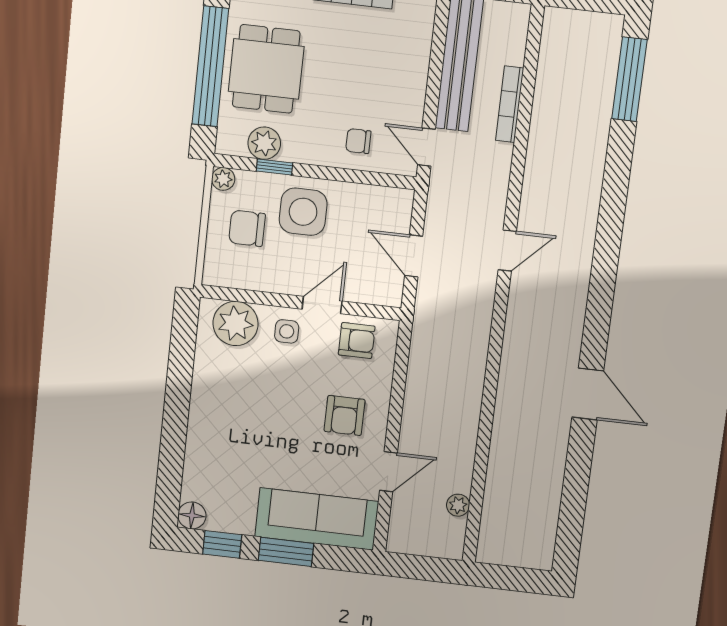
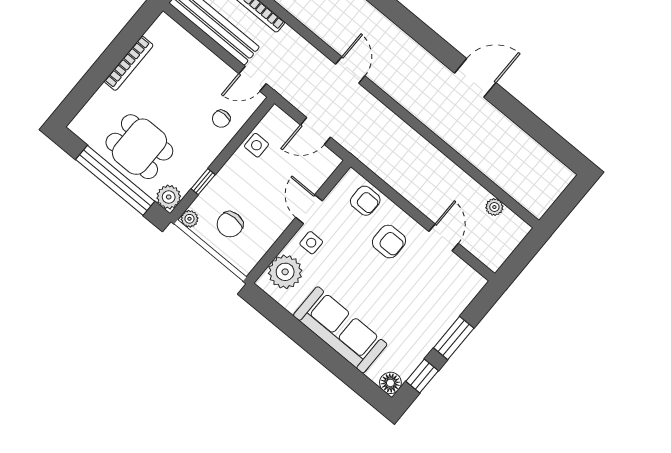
plant: (264, 143) -> (169, 197), moved
side table: (303, 212) -> (256, 145), moved, width x0.54, depth x0.54
armchair: (357, 341) -> (365, 201), moved, turned 90
sofa: (317, 519) -> (340, 330), moved, turned 90

